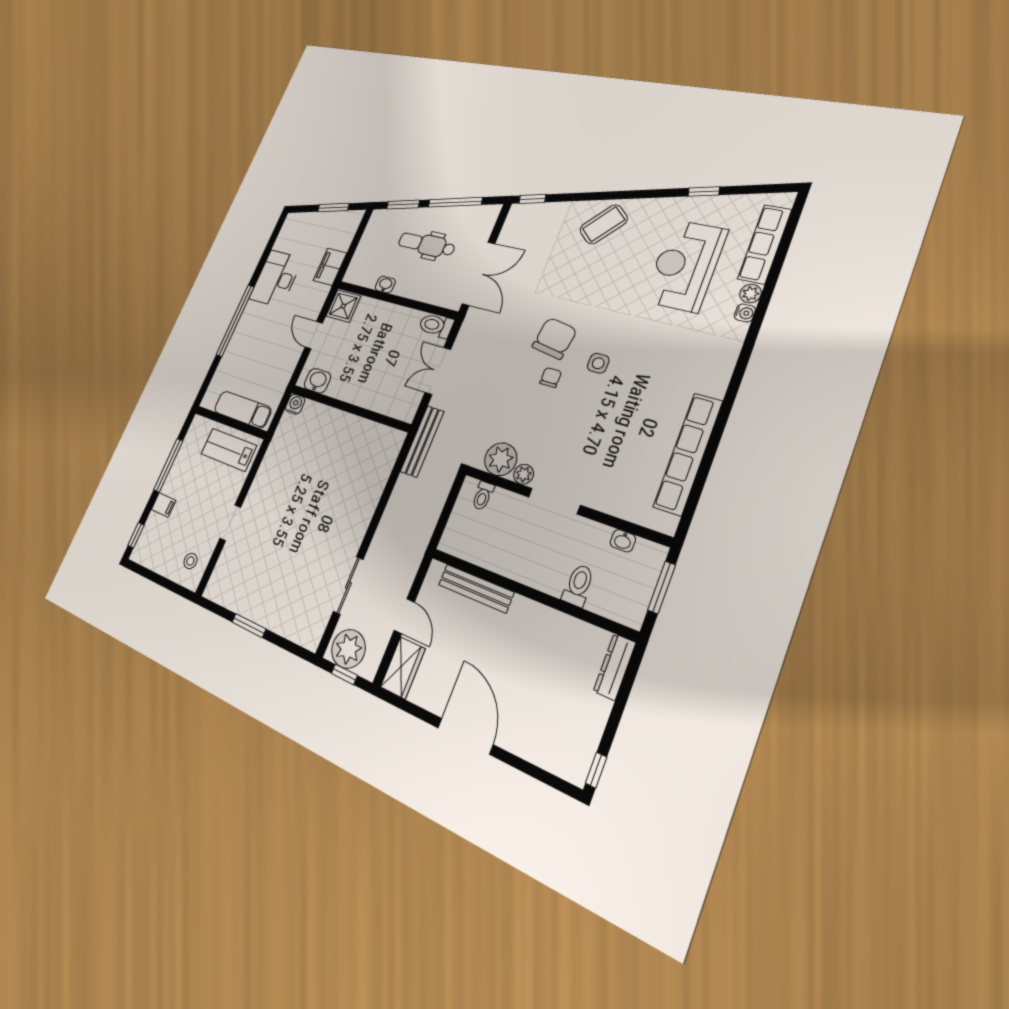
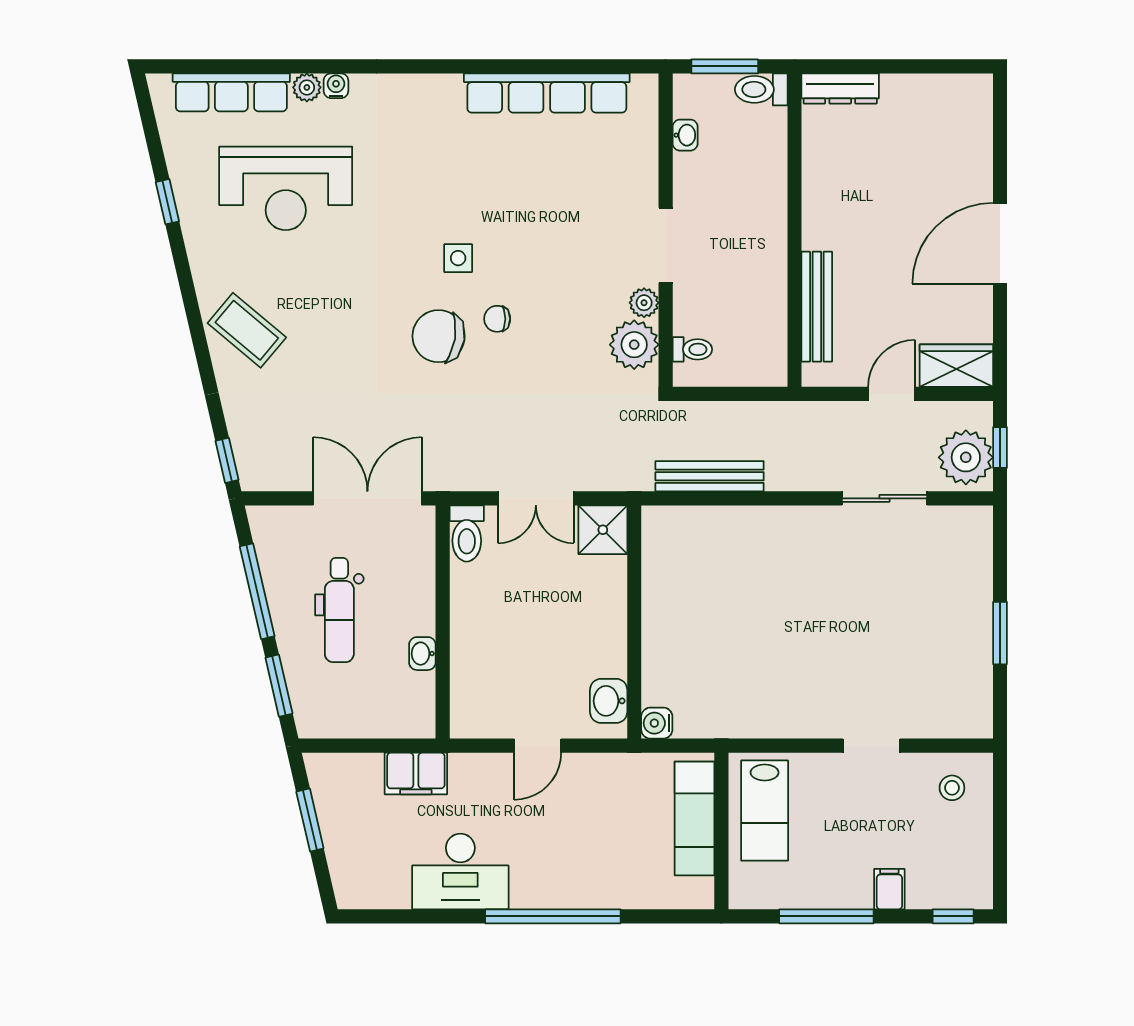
shower: (343, 306) -> (603, 530), moved
bench: (422, 441) -> (710, 476), moved
toilet: (578, 585) -> (761, 89), moved
window: (596, 770) -> (965, 66), removed

